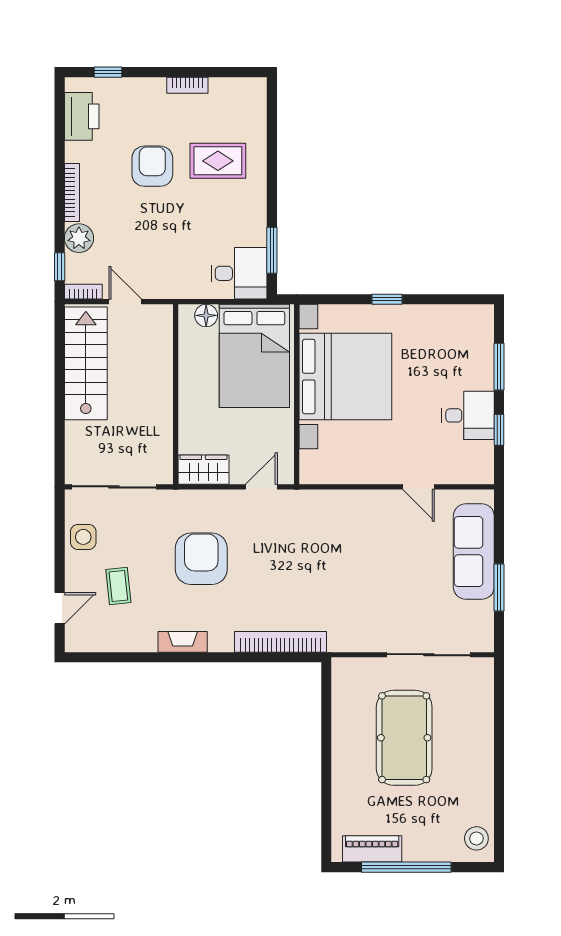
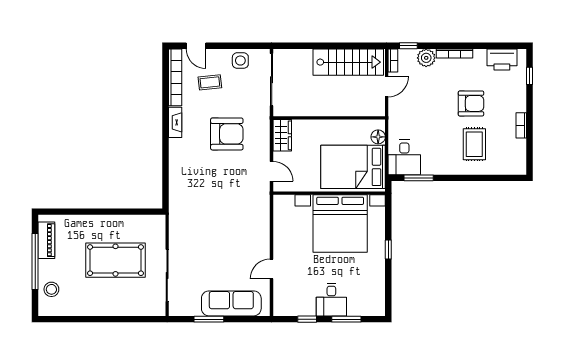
desk: (468, 415) -> (331, 300), moved
bookcase: (280, 642) -> (175, 77), moved
stool: (476, 838) -> (51, 289), moved

